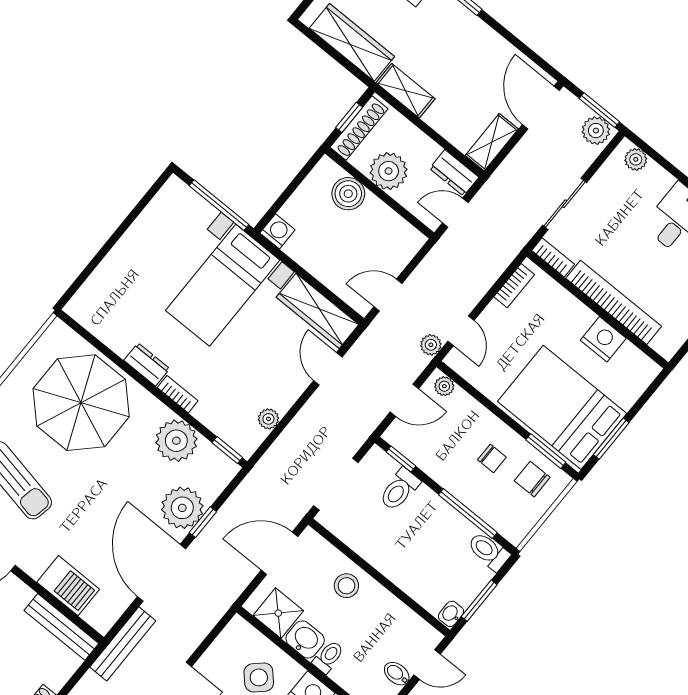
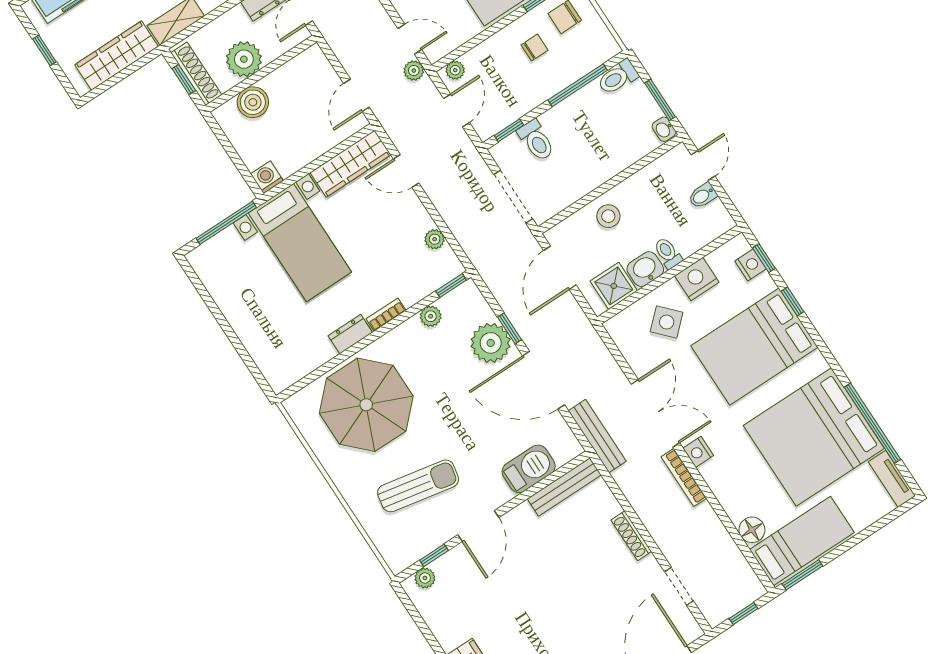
plant: (176, 441) -> (431, 316), width x0.53, depth x0.53

